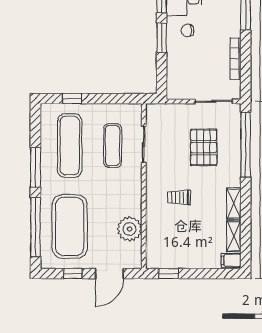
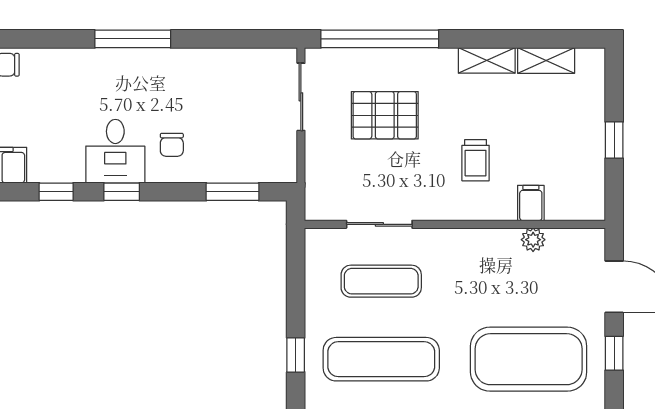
window: (162, 38) -> (233, 192), moved
bookcase: (236, 59) -> (223, 57), removed
plant: (130, 229) -> (533, 240), width x0.53, depth x0.53
filing cabinet: (231, 260) -> (531, 203), moved, turned 180
window: (169, 274) -> (614, 140), moved

